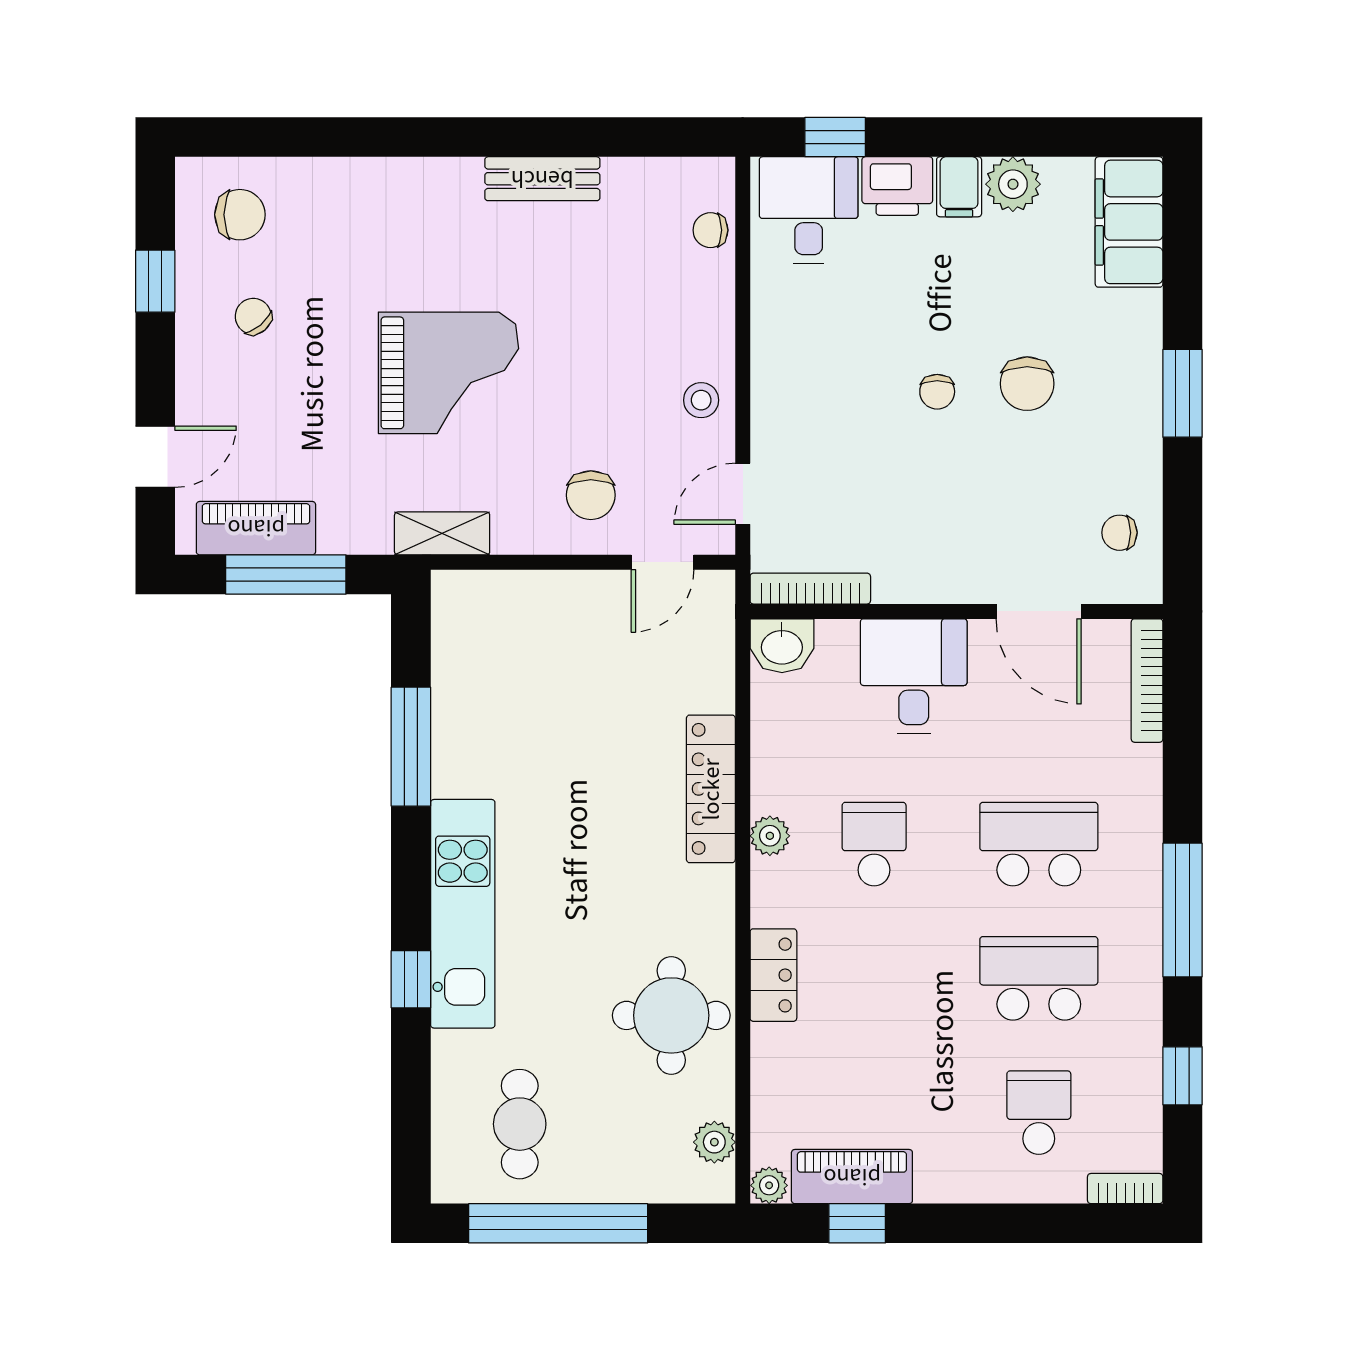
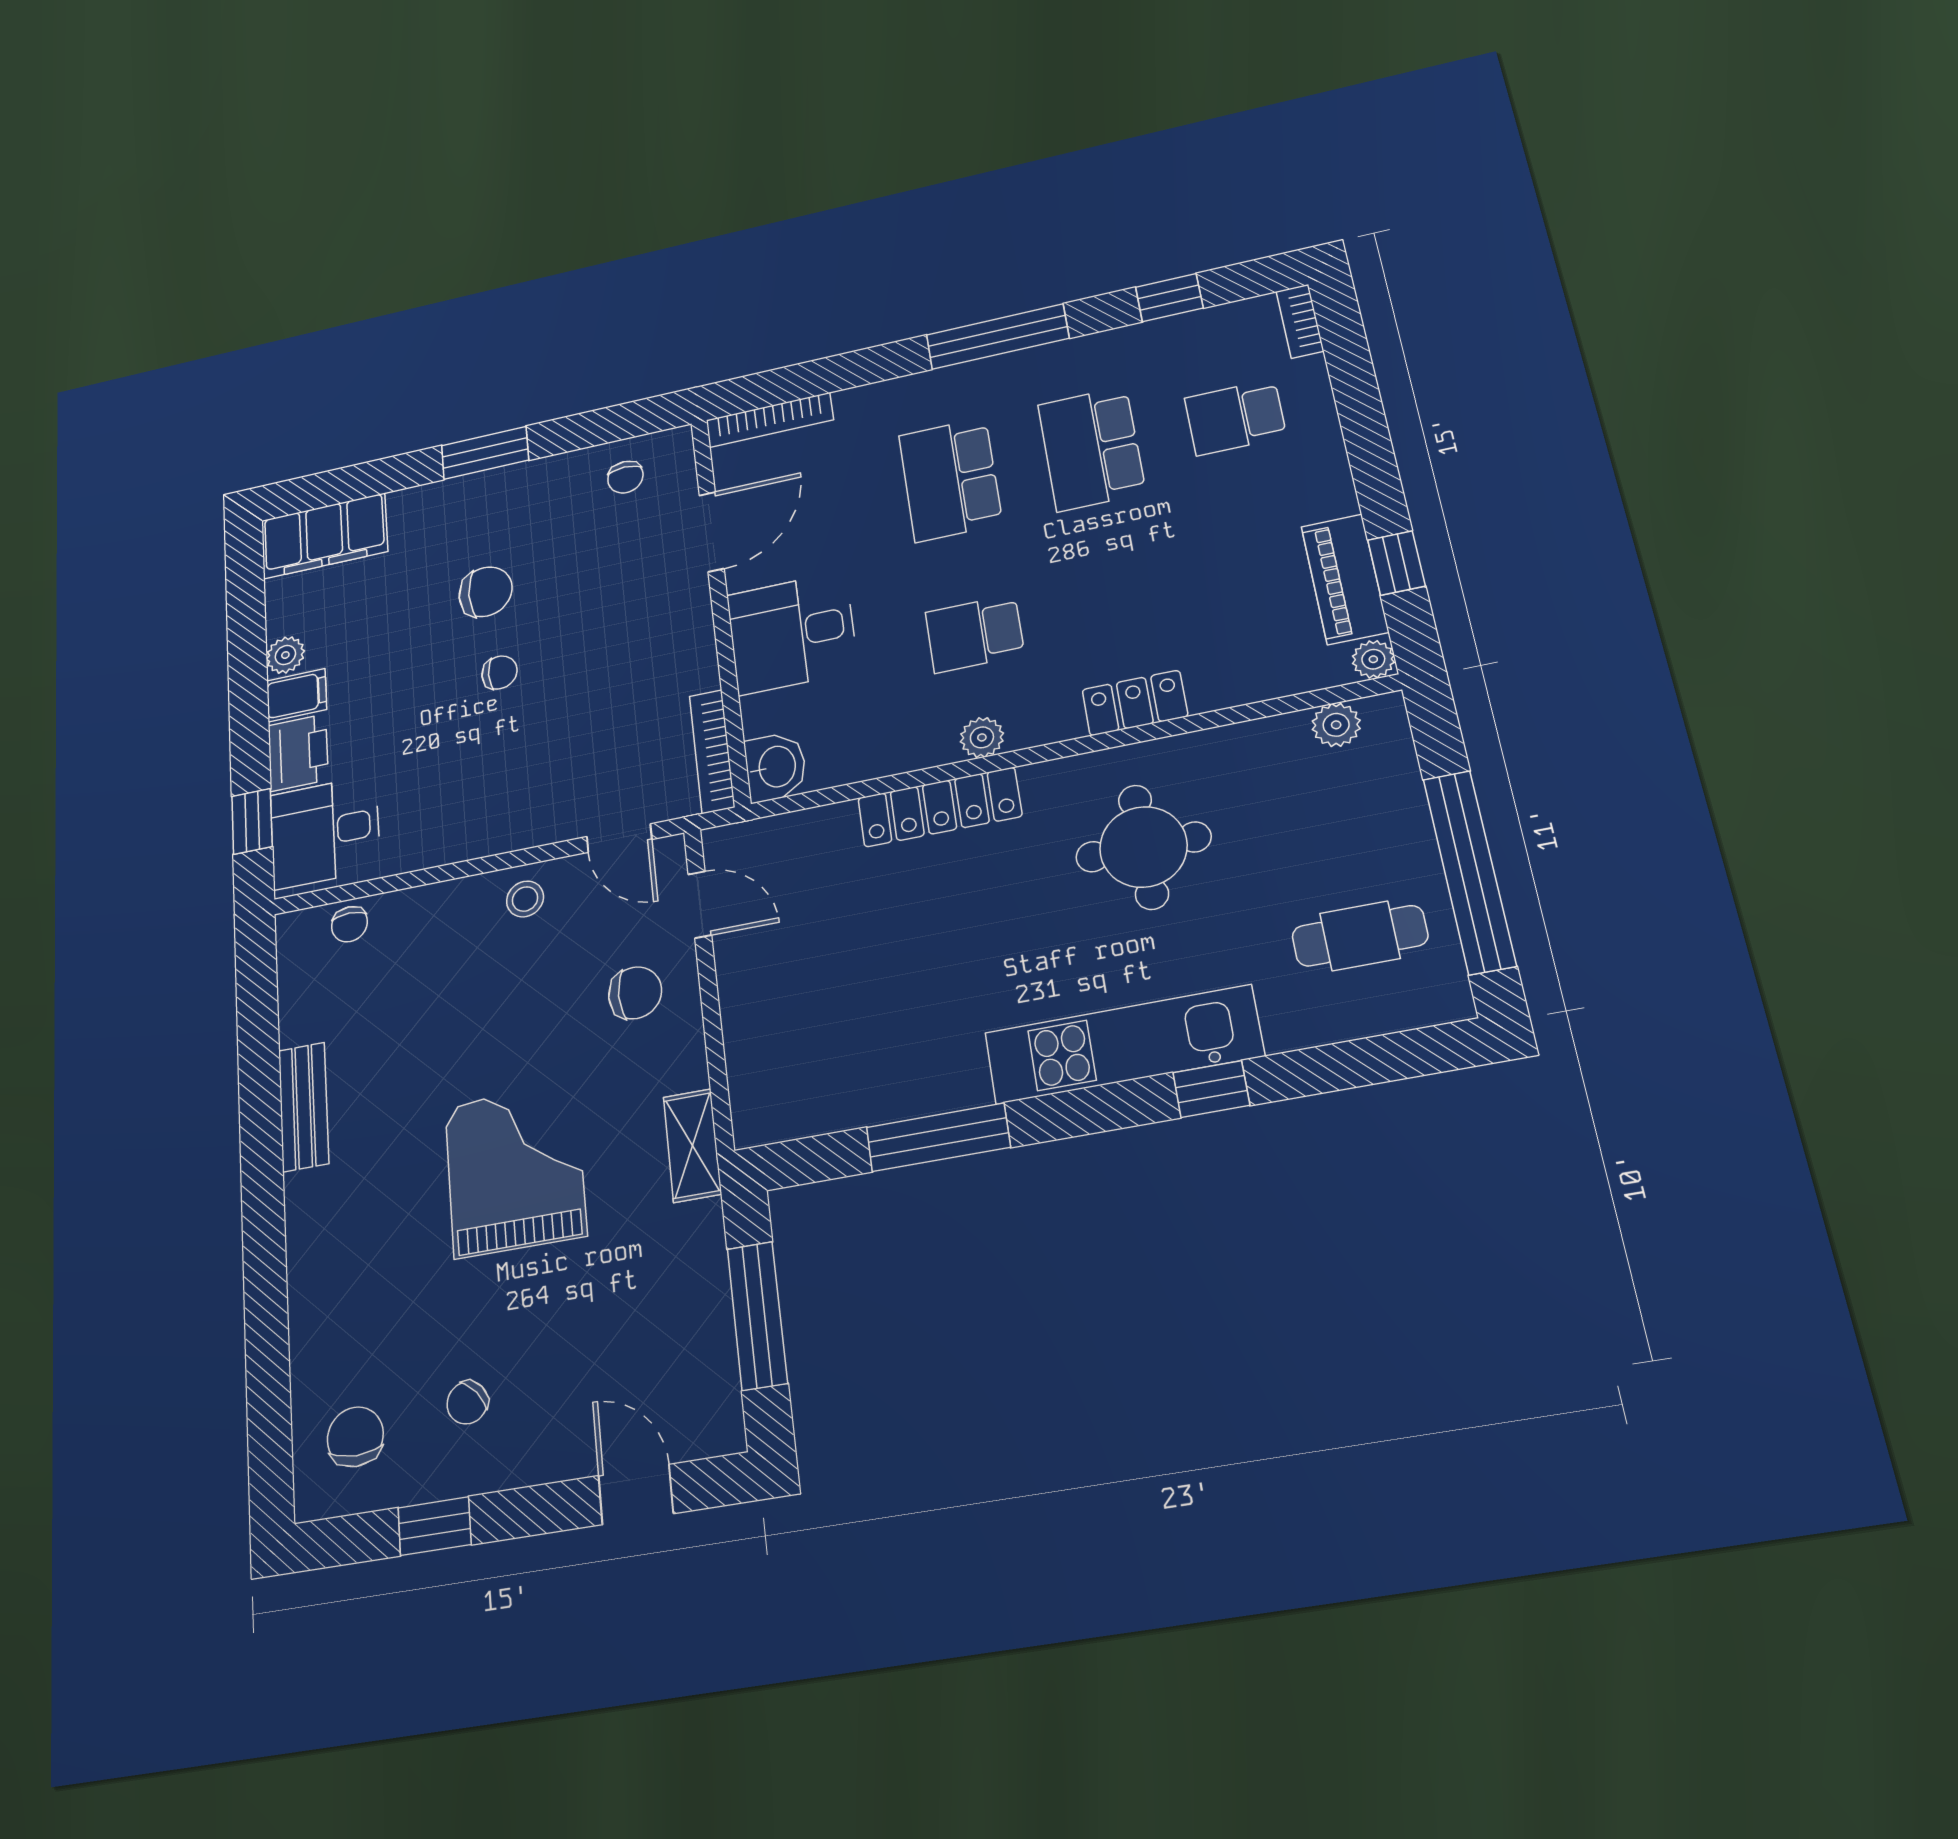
plant: (1013, 184) -> (285, 655), width x0.73, depth x0.73
piano: (256, 528) -> (707, 1360), removed
round table: (671, 1015) -> (1143, 847), moved

